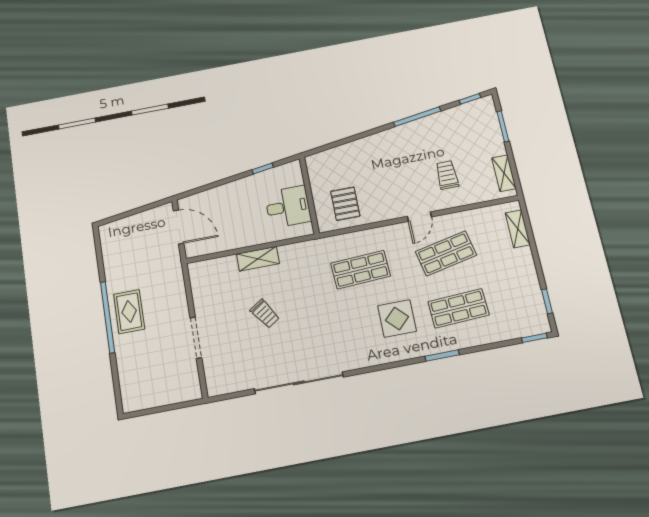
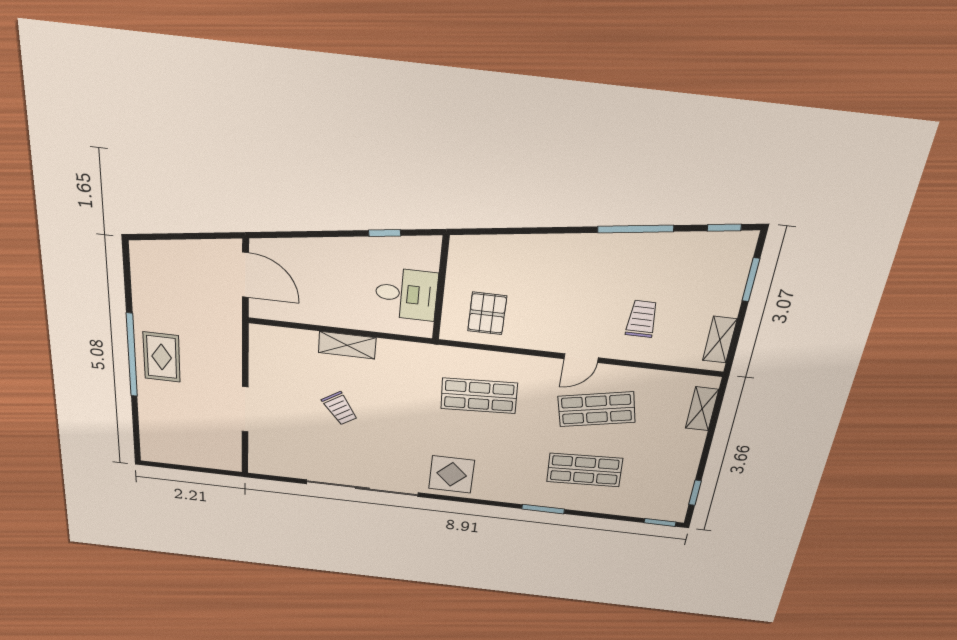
display table: (397, 319) -> (452, 474), moved

